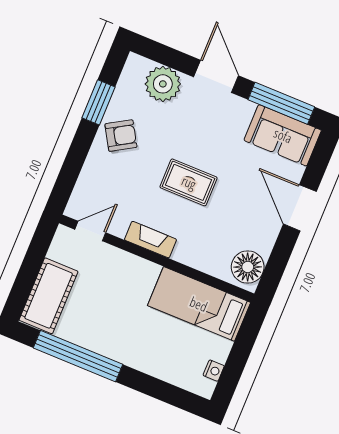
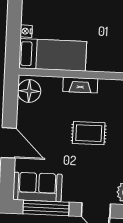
fireplace: (150, 240) -> (80, 85), moved
nightstand: (214, 371) -> (26, 31), moved

